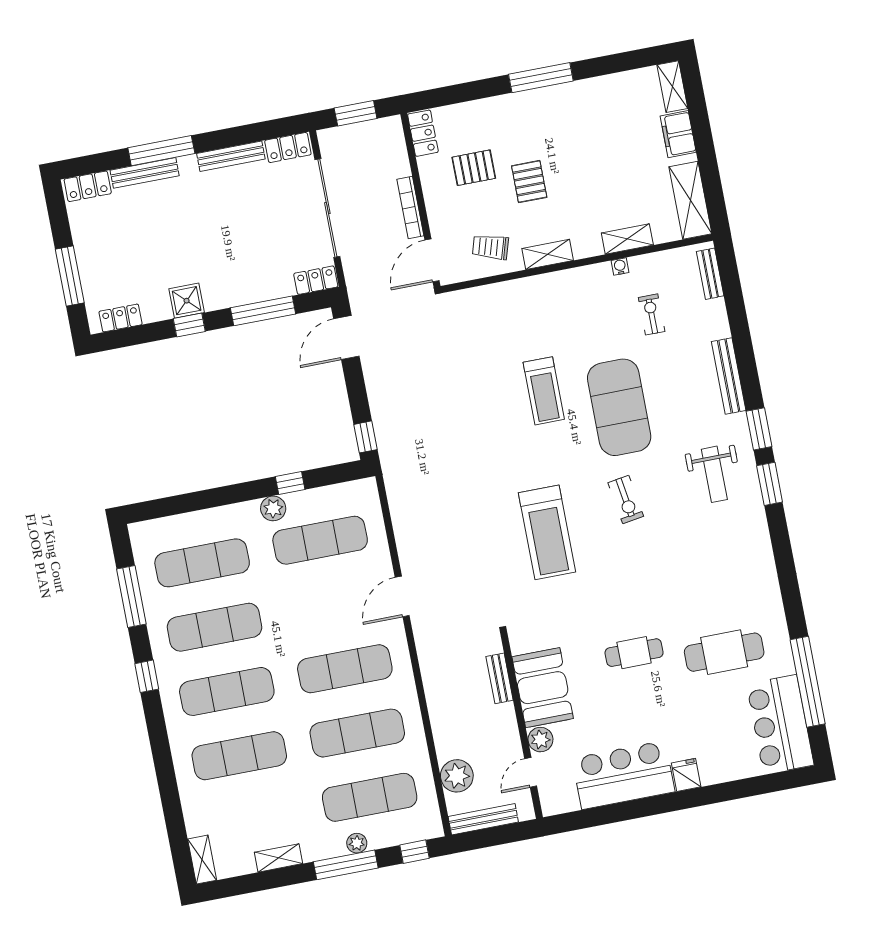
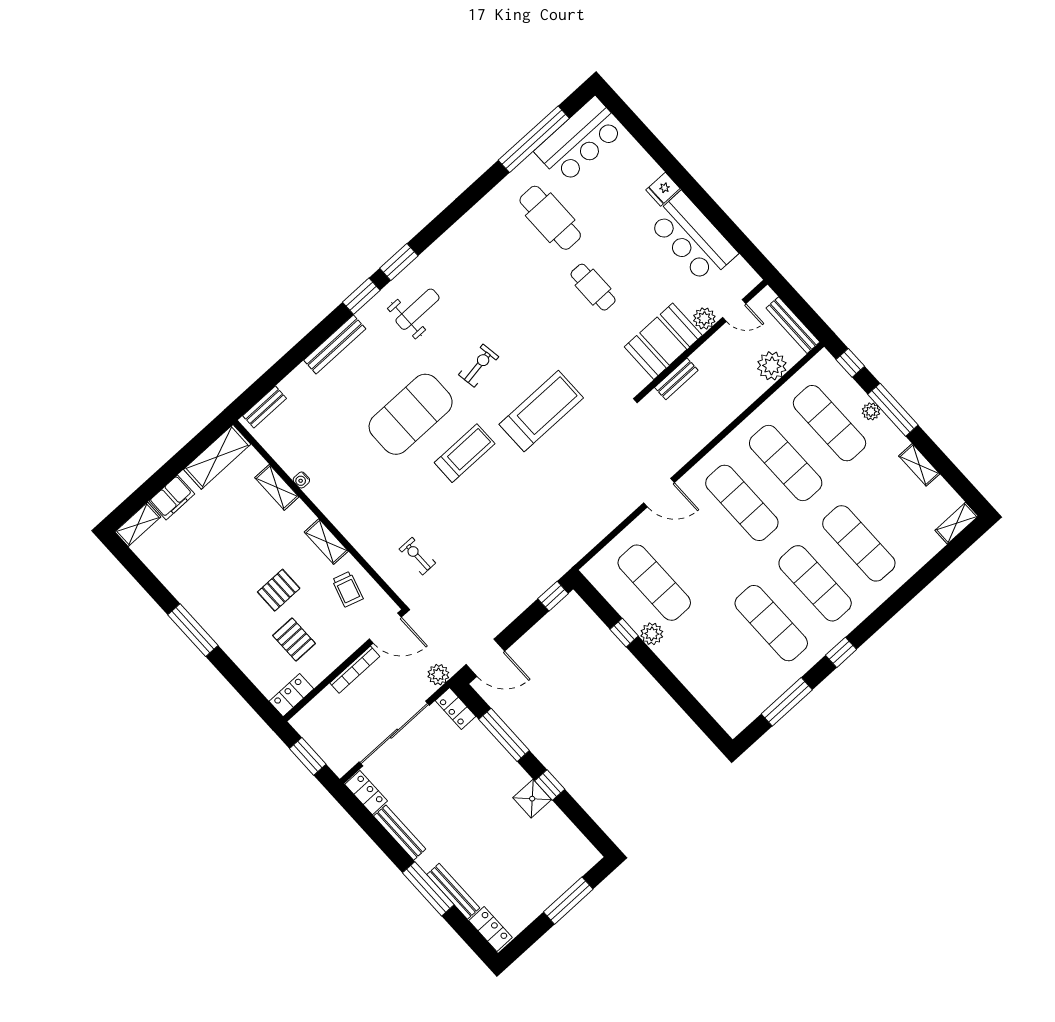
plant: (358, 284) -> (438, 675), added
exercise bike: (652, 314) -> (417, 556), moved, turned 90
locker: (120, 318) -> (577, 842), removed
treadmill: (544, 391) -> (465, 453), moved
exercise mat: (202, 563) -> (727, 663), removed

